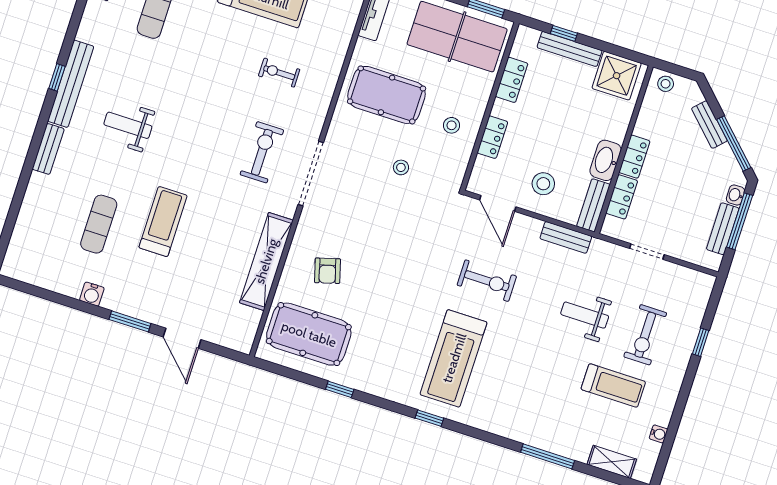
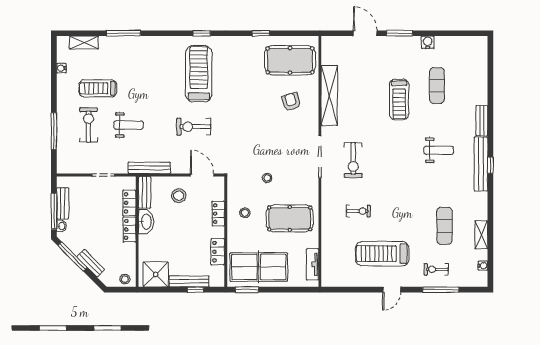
bench: (566, 237) -> (149, 168), width x1.36
window: (701, 342) -> (54, 131), width x2.17

